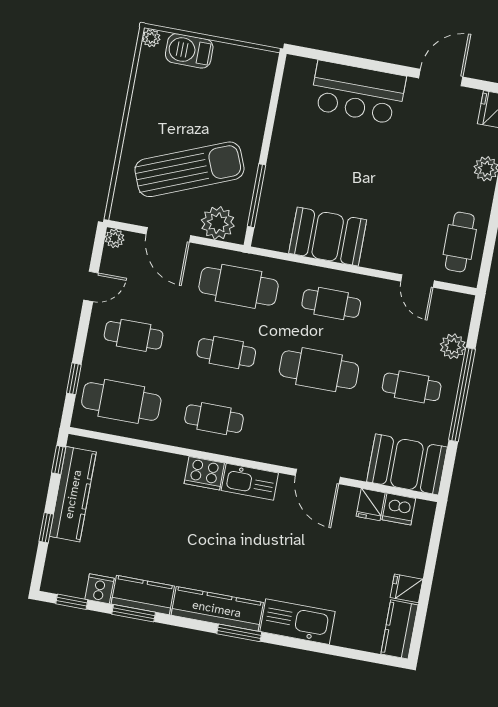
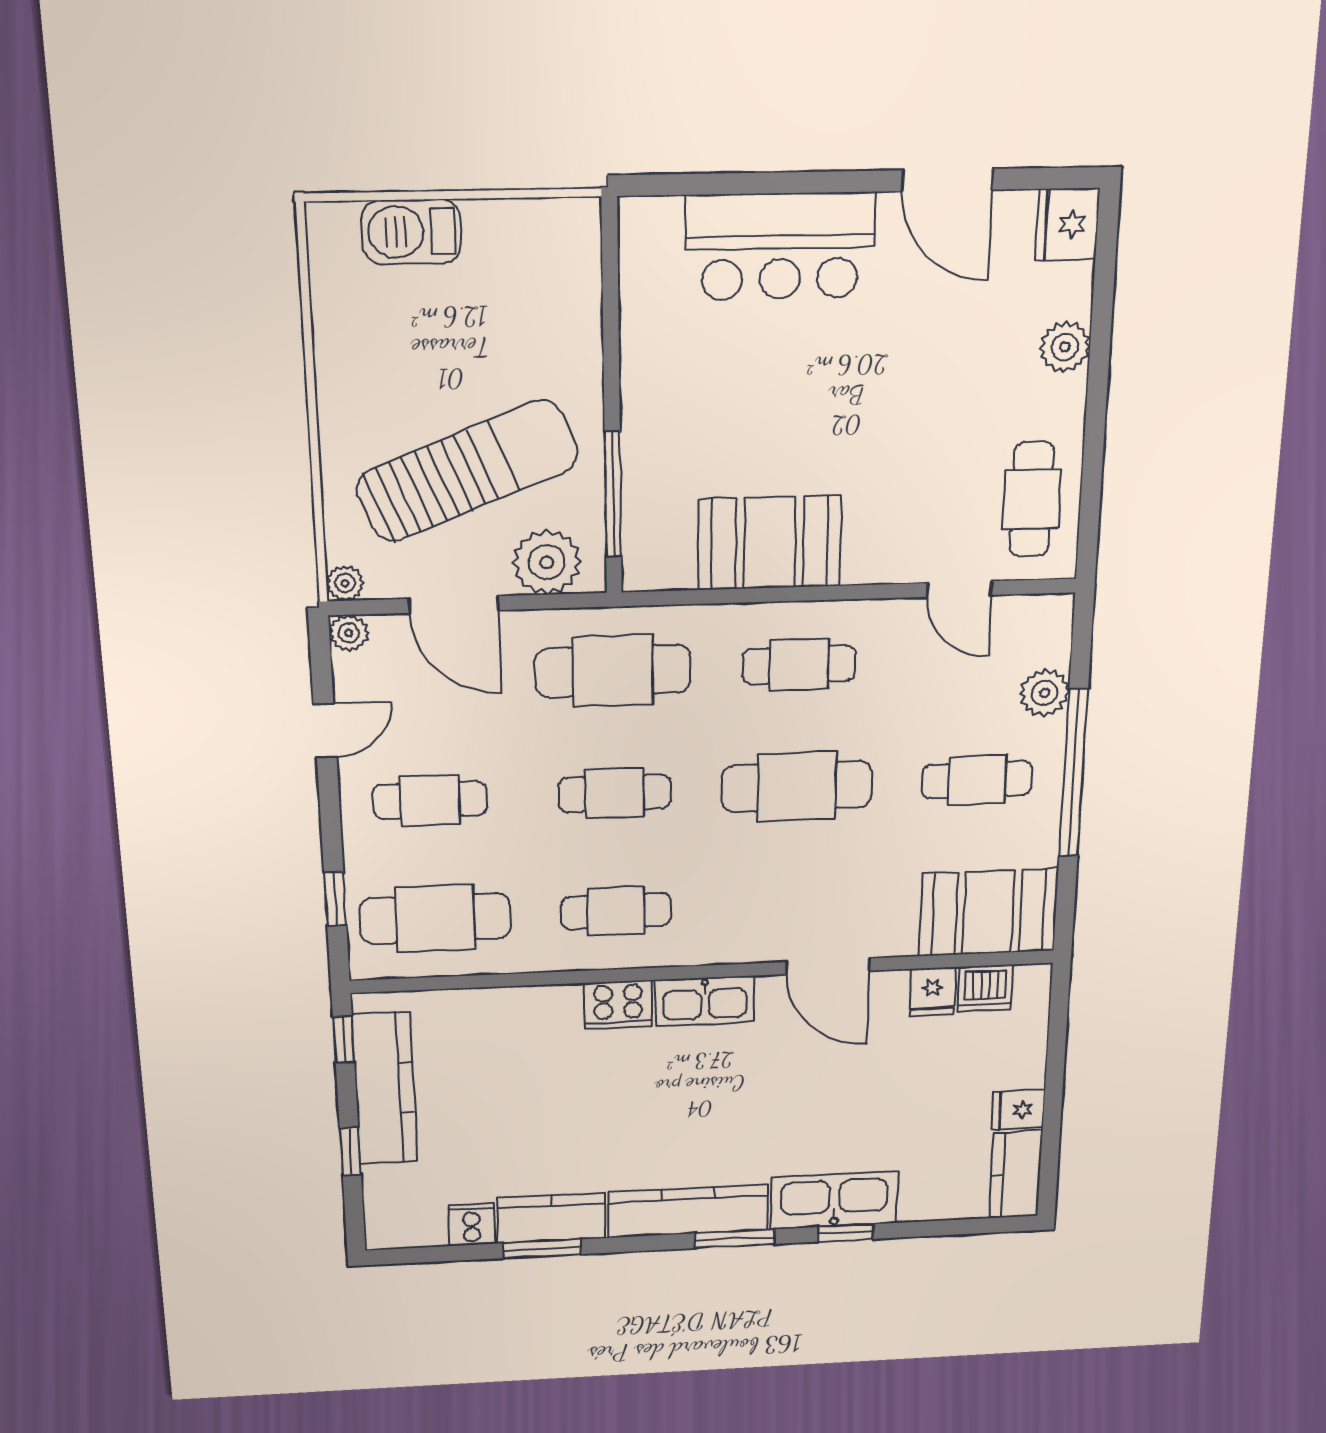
plant: (151, 38) -> (345, 583), moved
door: (441, 77) -> (947, 180), swing flipped
window: (72, 602) -> (845, 1233), moved

